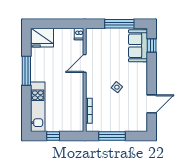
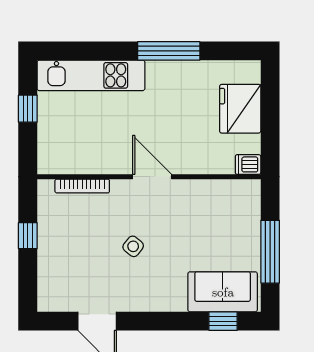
fridge: (42, 38) -> (240, 109), moved
door: (85, 63) -> (152, 177), moved
window: (112, 136) -> (28, 236), width x0.46

